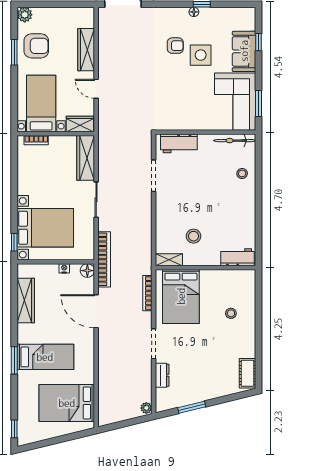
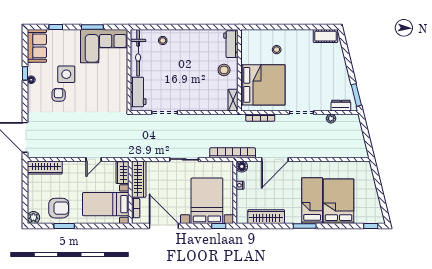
armchair: (36, 46) -> (59, 208), turned 90
wardrobe: (86, 50) -> (45, 168), moved
sofa: (244, 51) -> (37, 46), moved, turned -90
window: (259, 104) -> (92, 27), moved
bicycle: (235, 141) -> (138, 53), width x1.37, depth x1.40
wardrobe: (86, 158) -> (139, 179), moved, turned -90
door: (14, 175) -> (164, 226), added
stool: (194, 236) -> (224, 70), moved
bed: (181, 296) -> (263, 85), width x1.36
window: (14, 360) -> (305, 226), moved
dresser: (162, 375) -> (341, 106), moved
bed: (67, 403) -> (339, 201), moved, turned 180
window: (192, 407) -> (356, 95), moved
plant: (146, 408) -> (331, 118), moved

